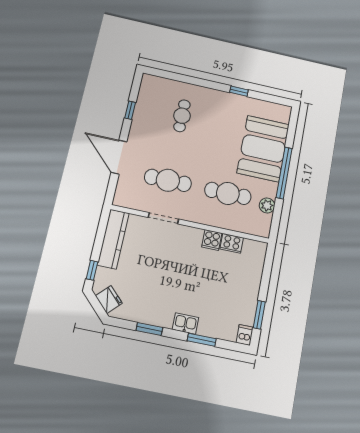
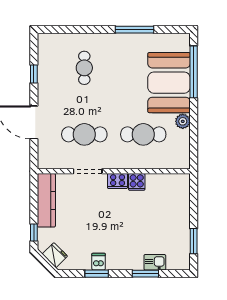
window: (239, 91) -> (135, 30), width x2.17
window: (284, 173) -> (194, 72), moved
plant: (267, 205) -> (183, 121), moved
cooker: (232, 243) -> (118, 181), moved
kitchen sink: (185, 323) -> (155, 262), moved
dishwasher: (245, 335) -> (99, 262), moved

